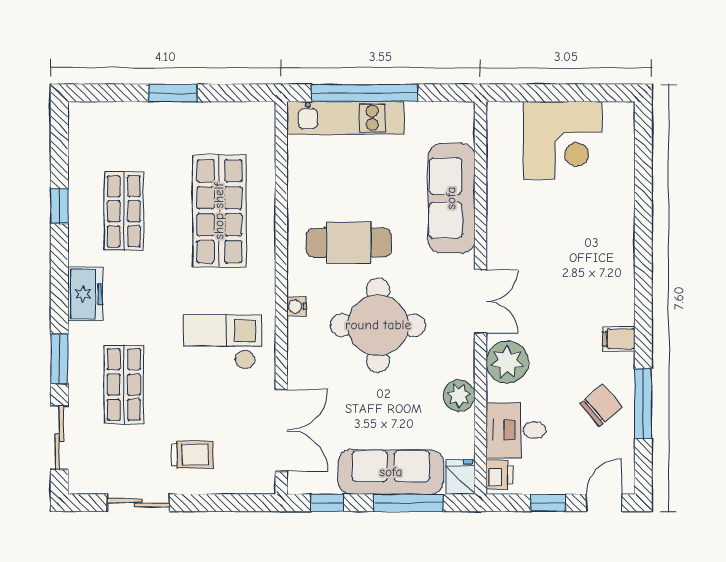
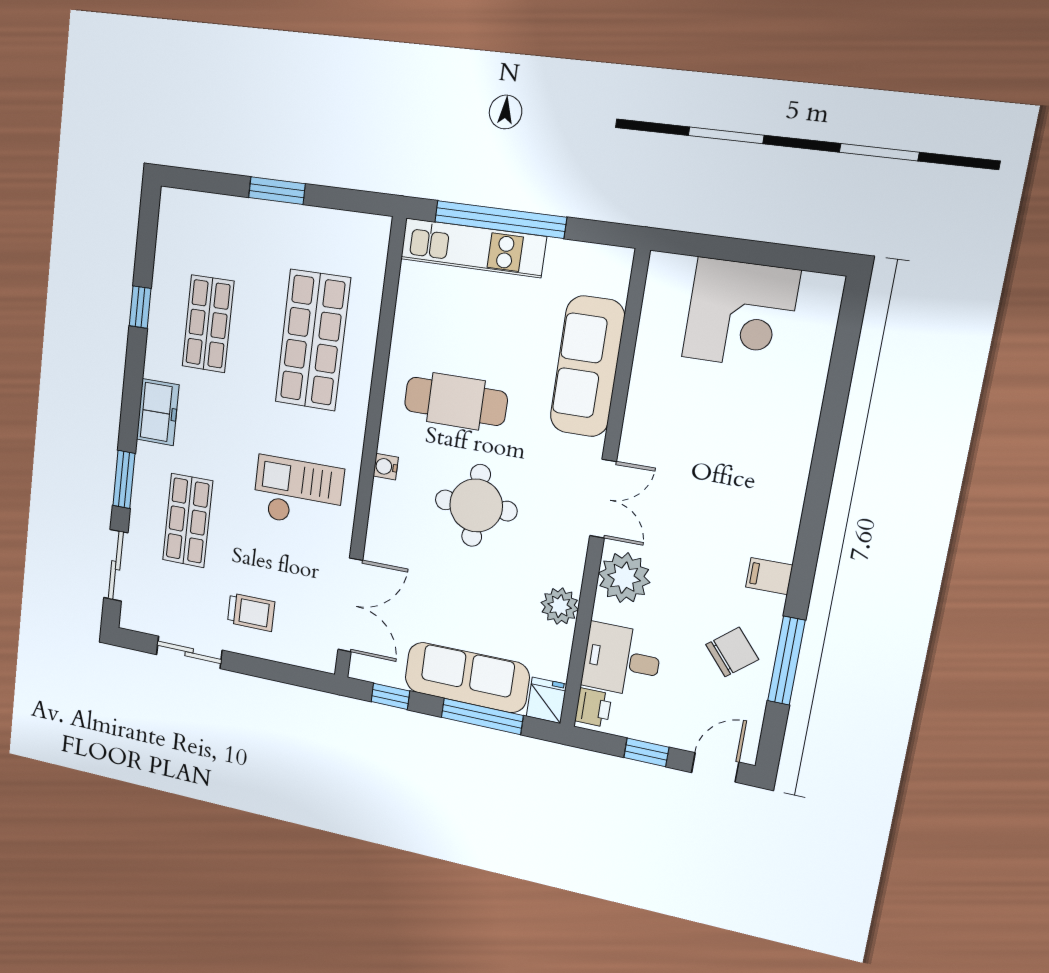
round table: (378, 325) -> (476, 505), width x0.73, depth x0.73

